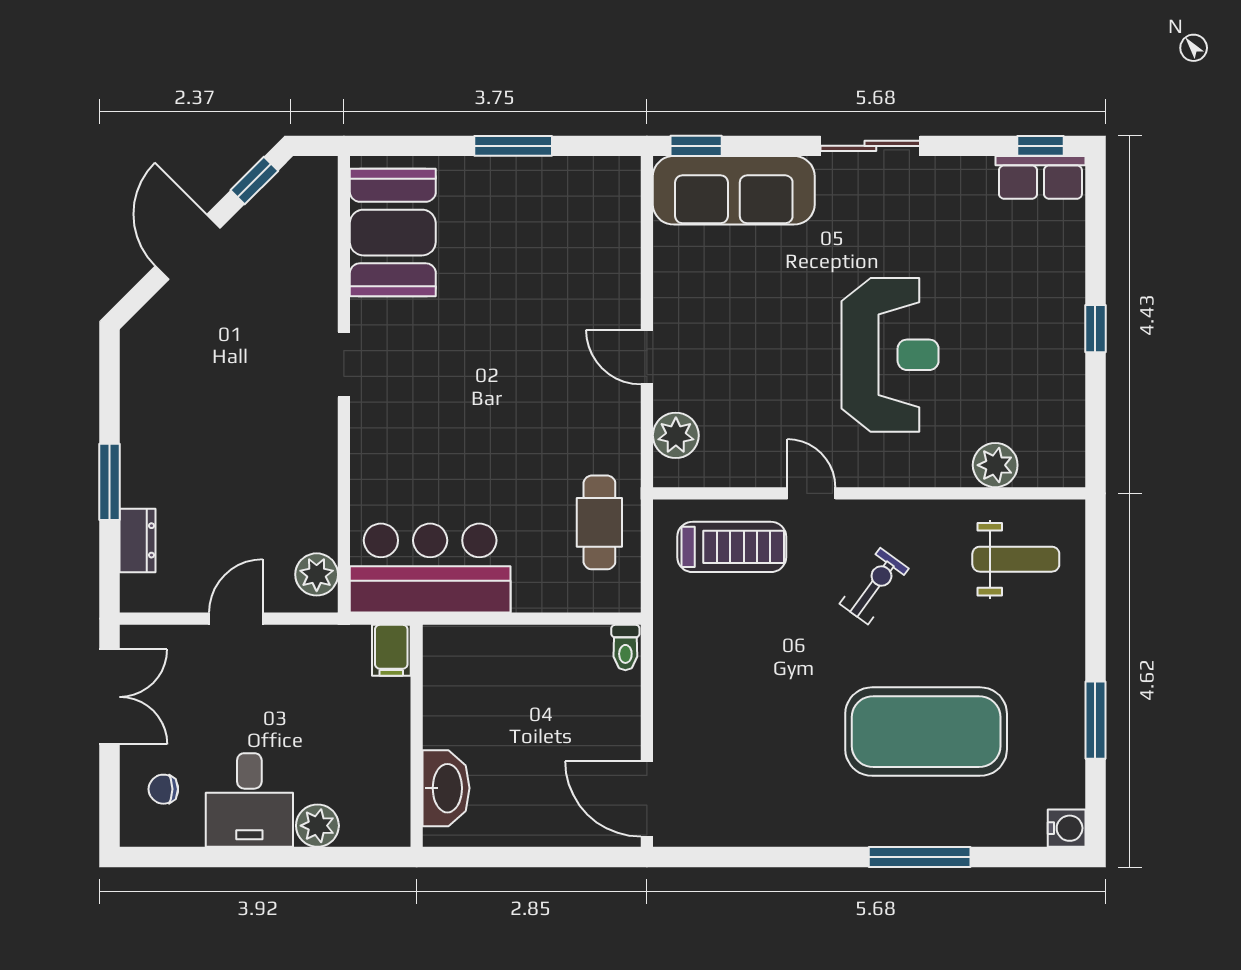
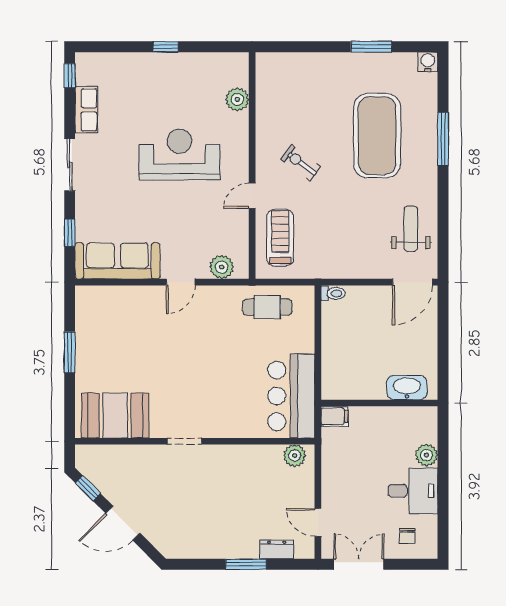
window: (696, 146) -> (70, 233), moved
row of seats: (1040, 177) -> (86, 110), moved
sofa: (734, 190) -> (117, 261), moved, turned -90
weight bench: (1016, 559) -> (411, 229), moved
door: (236, 619) -> (318, 522), moved

